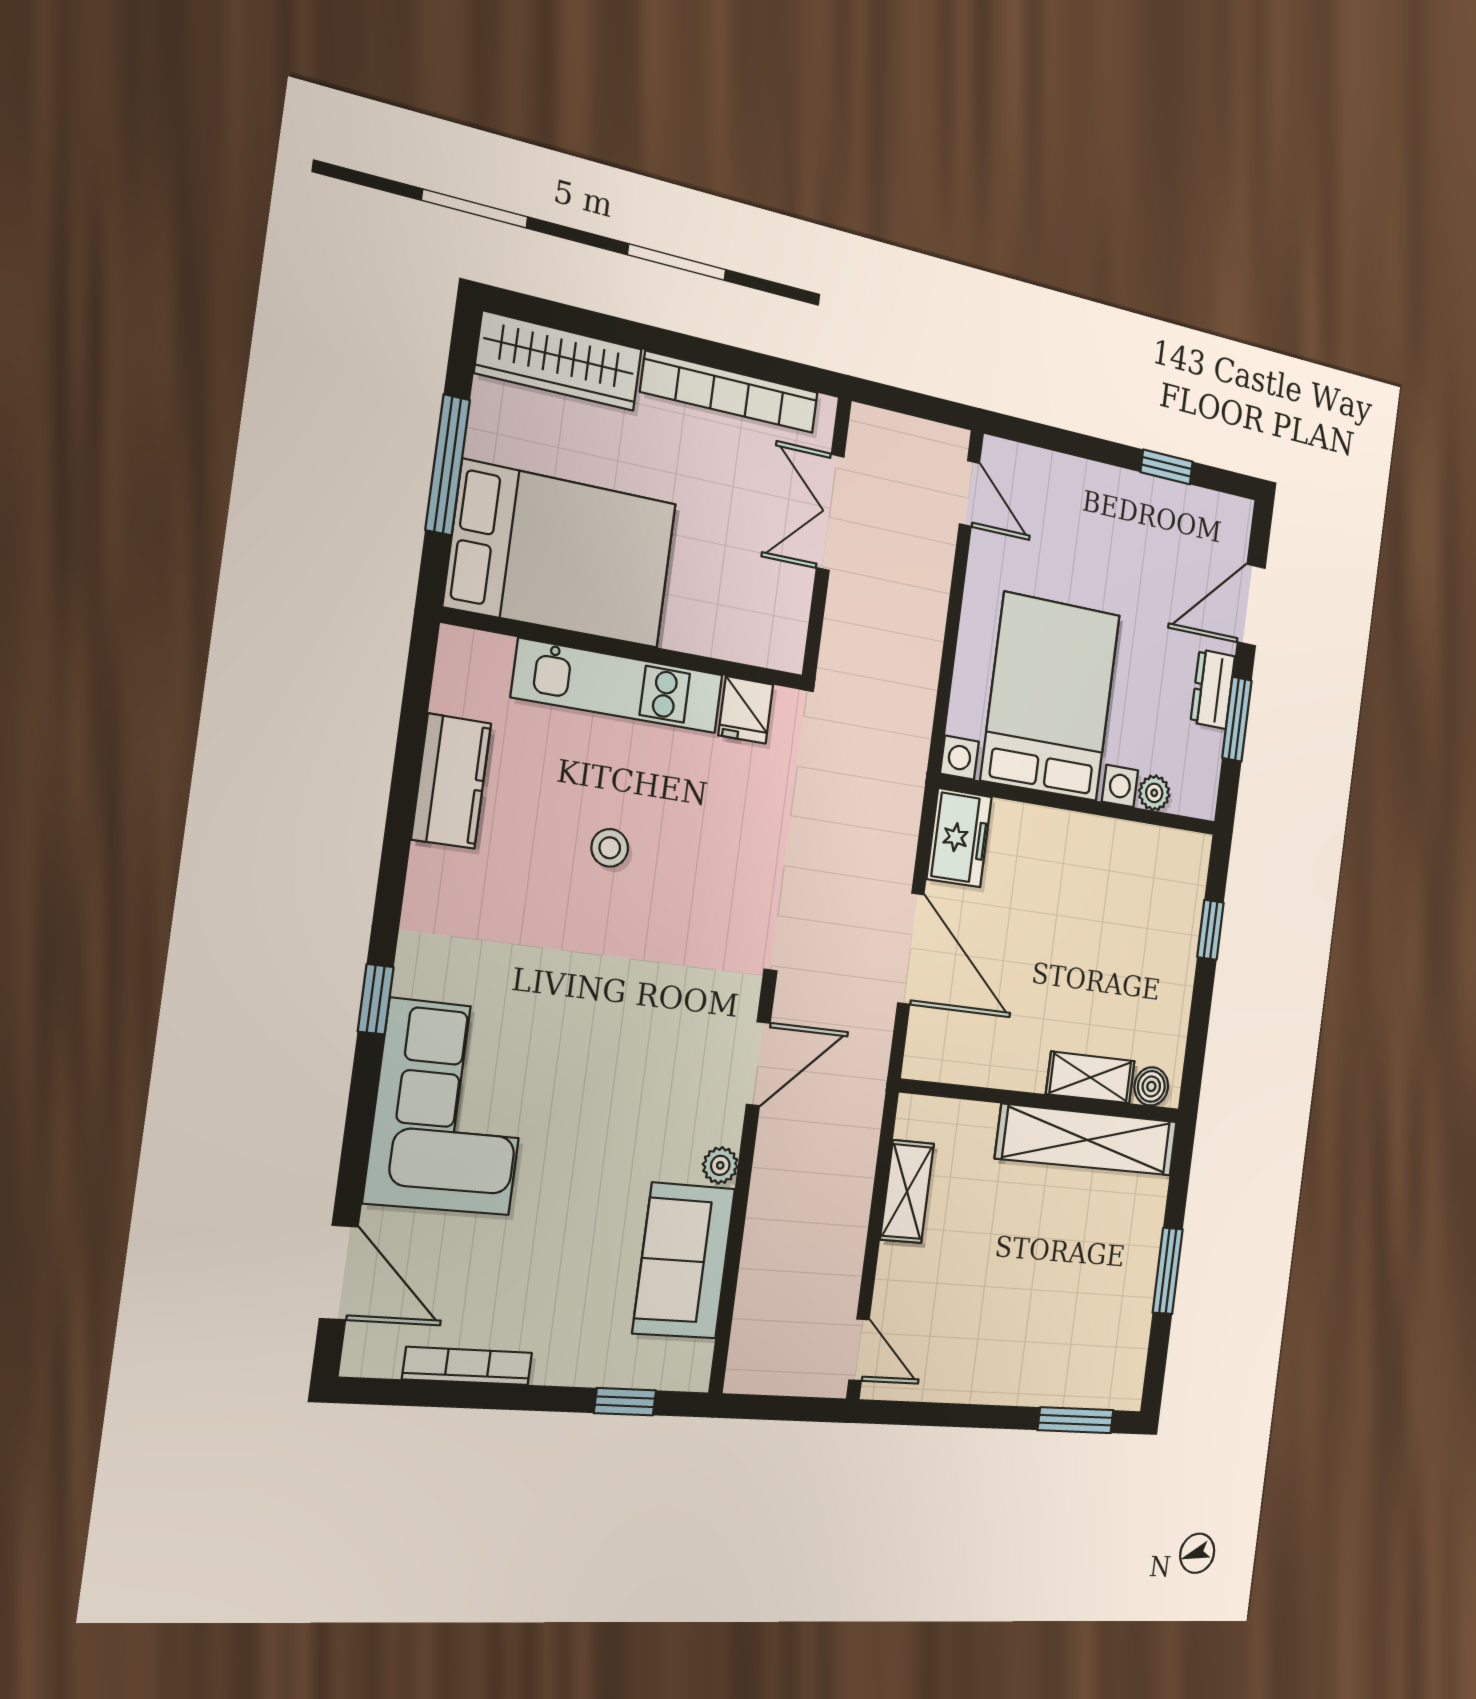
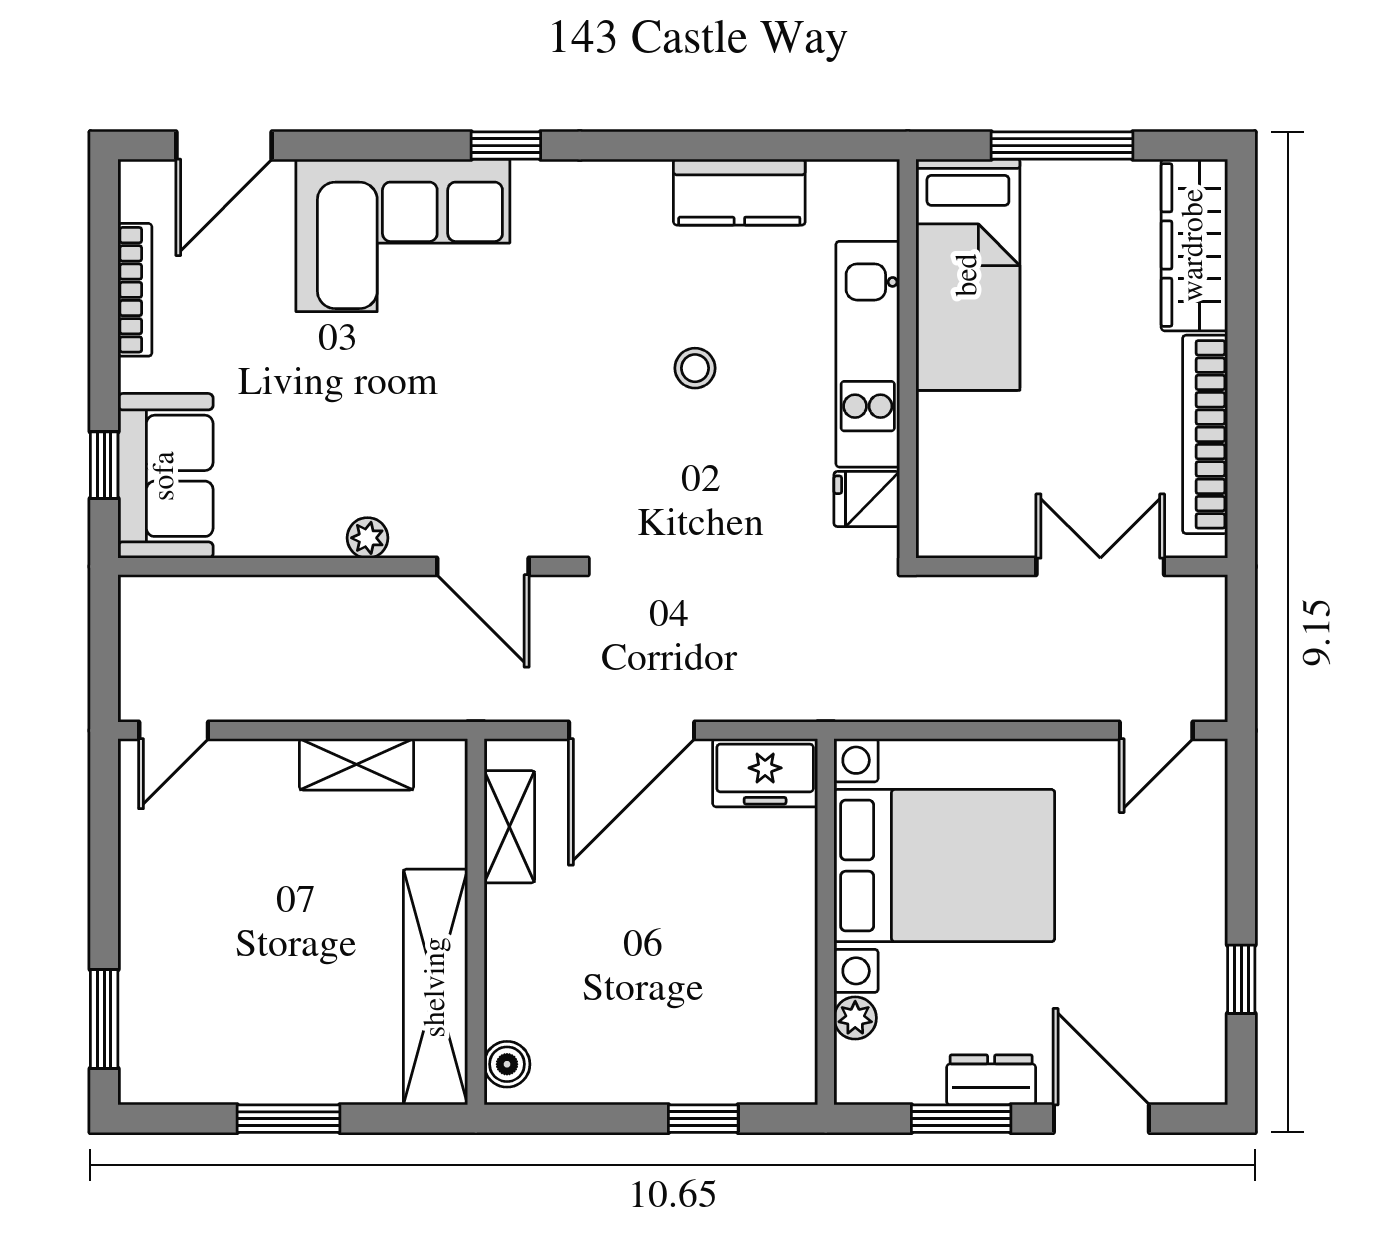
bed: (561, 555) -> (968, 275), width x0.67
shelving: (1090, 1077) -> (509, 827), moved
sofa: (684, 1261) -> (165, 476), moved, turned 90

